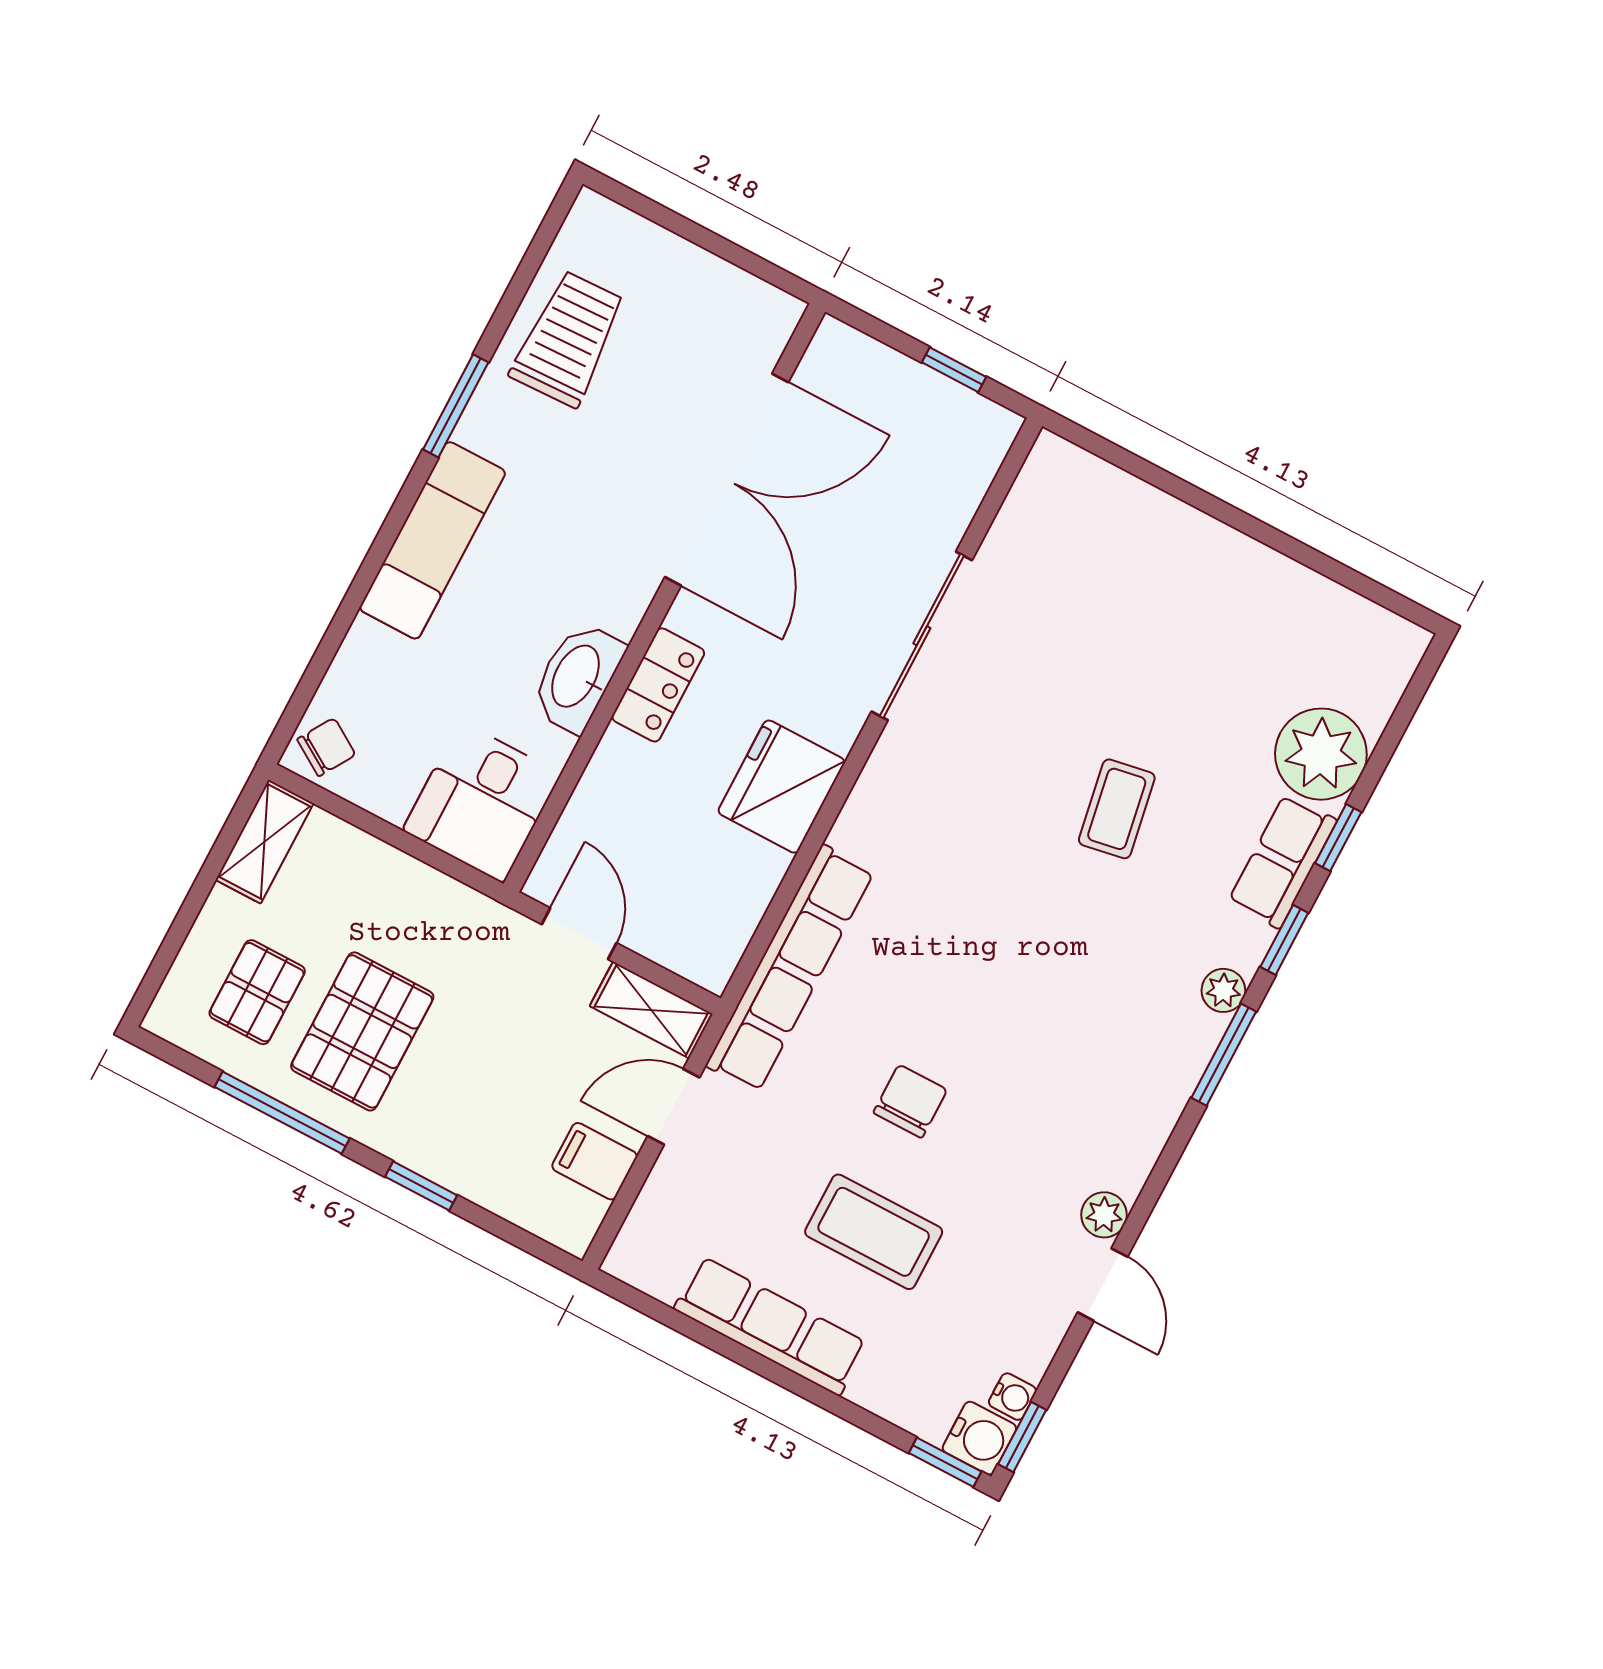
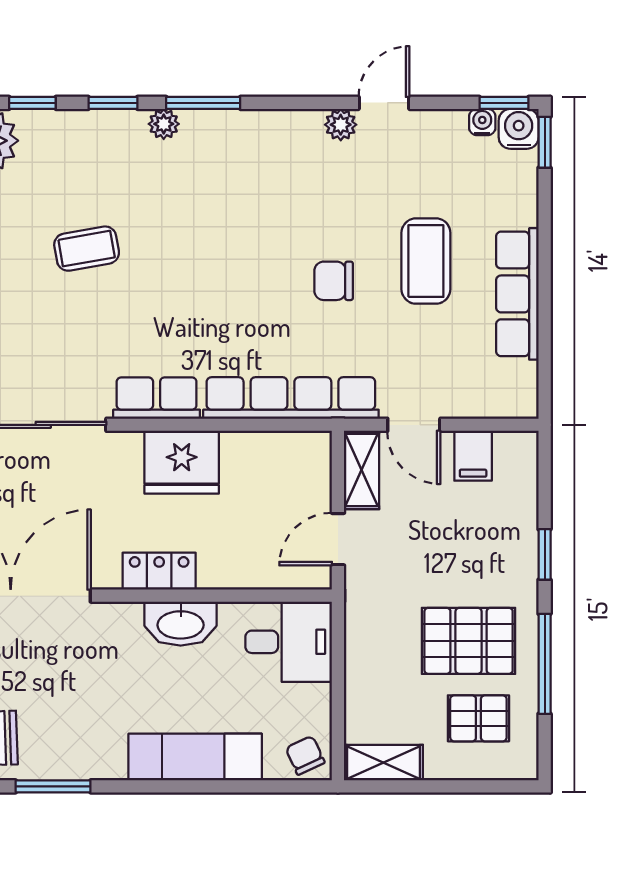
exam couch: (432, 540) -> (195, 757), moved
chair: (326, 747) -> (305, 755), turned 33
row of seats: (1283, 861) -> (157, 398), moved, turned 180

